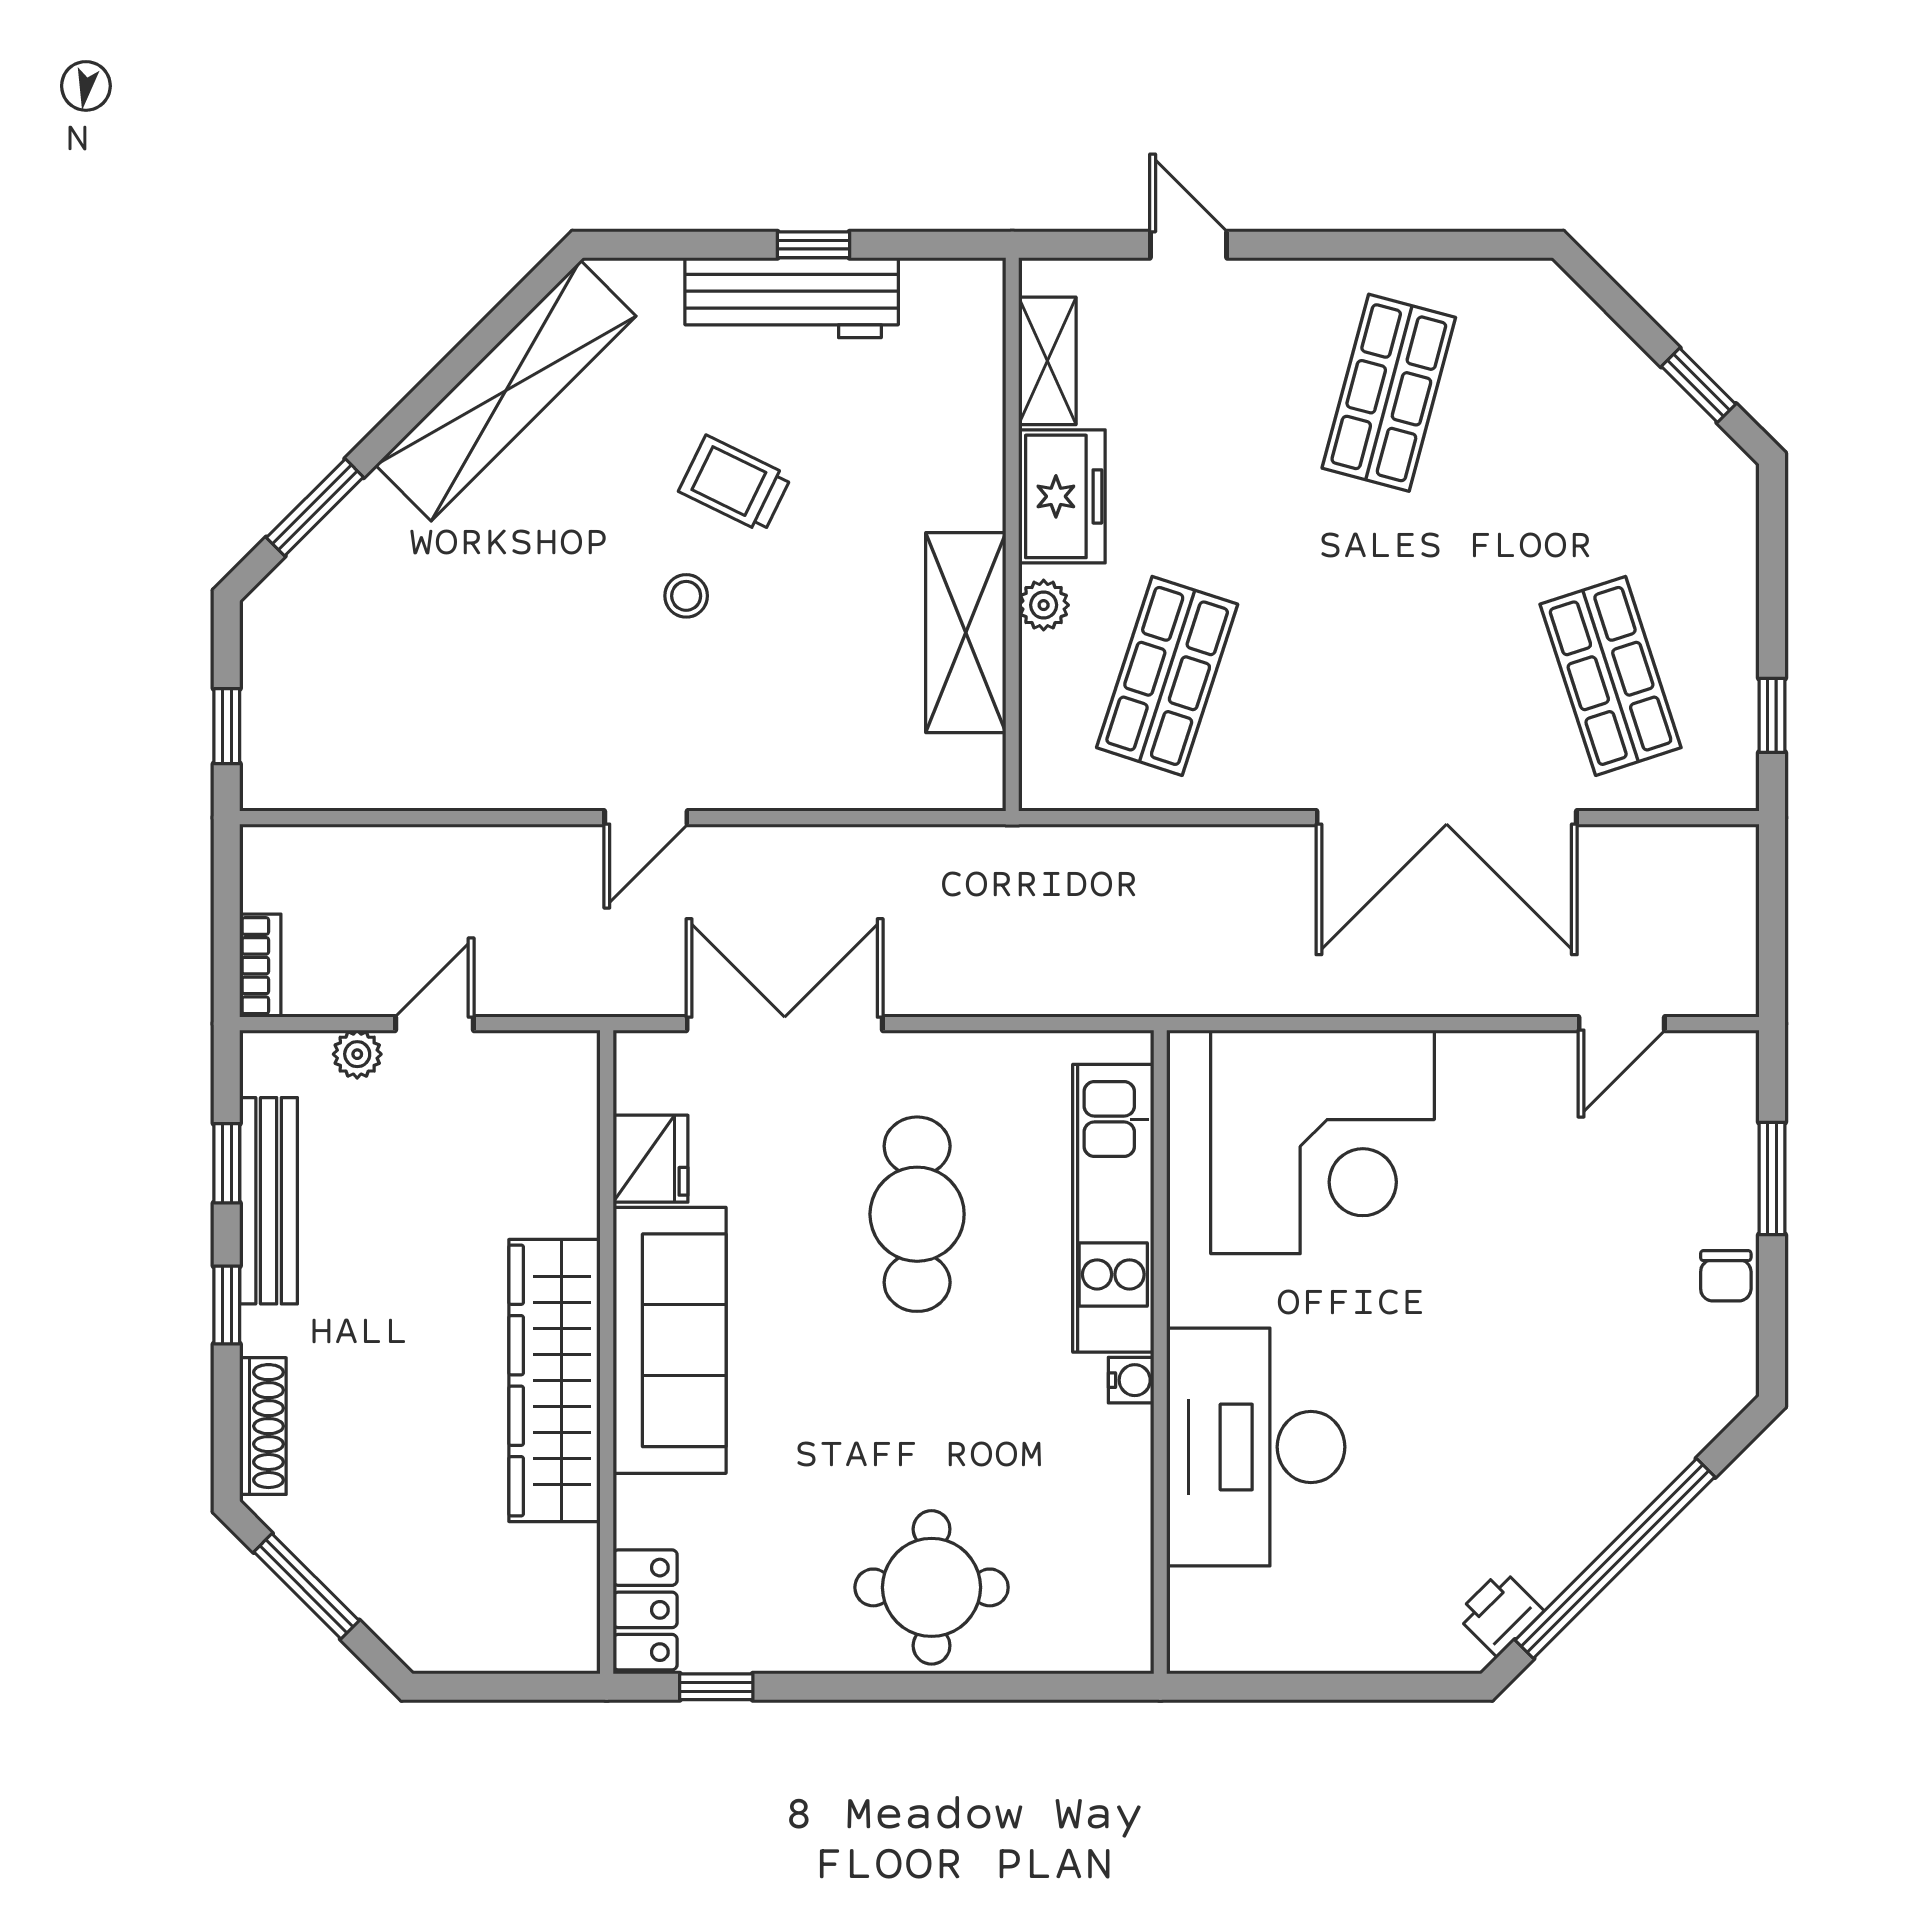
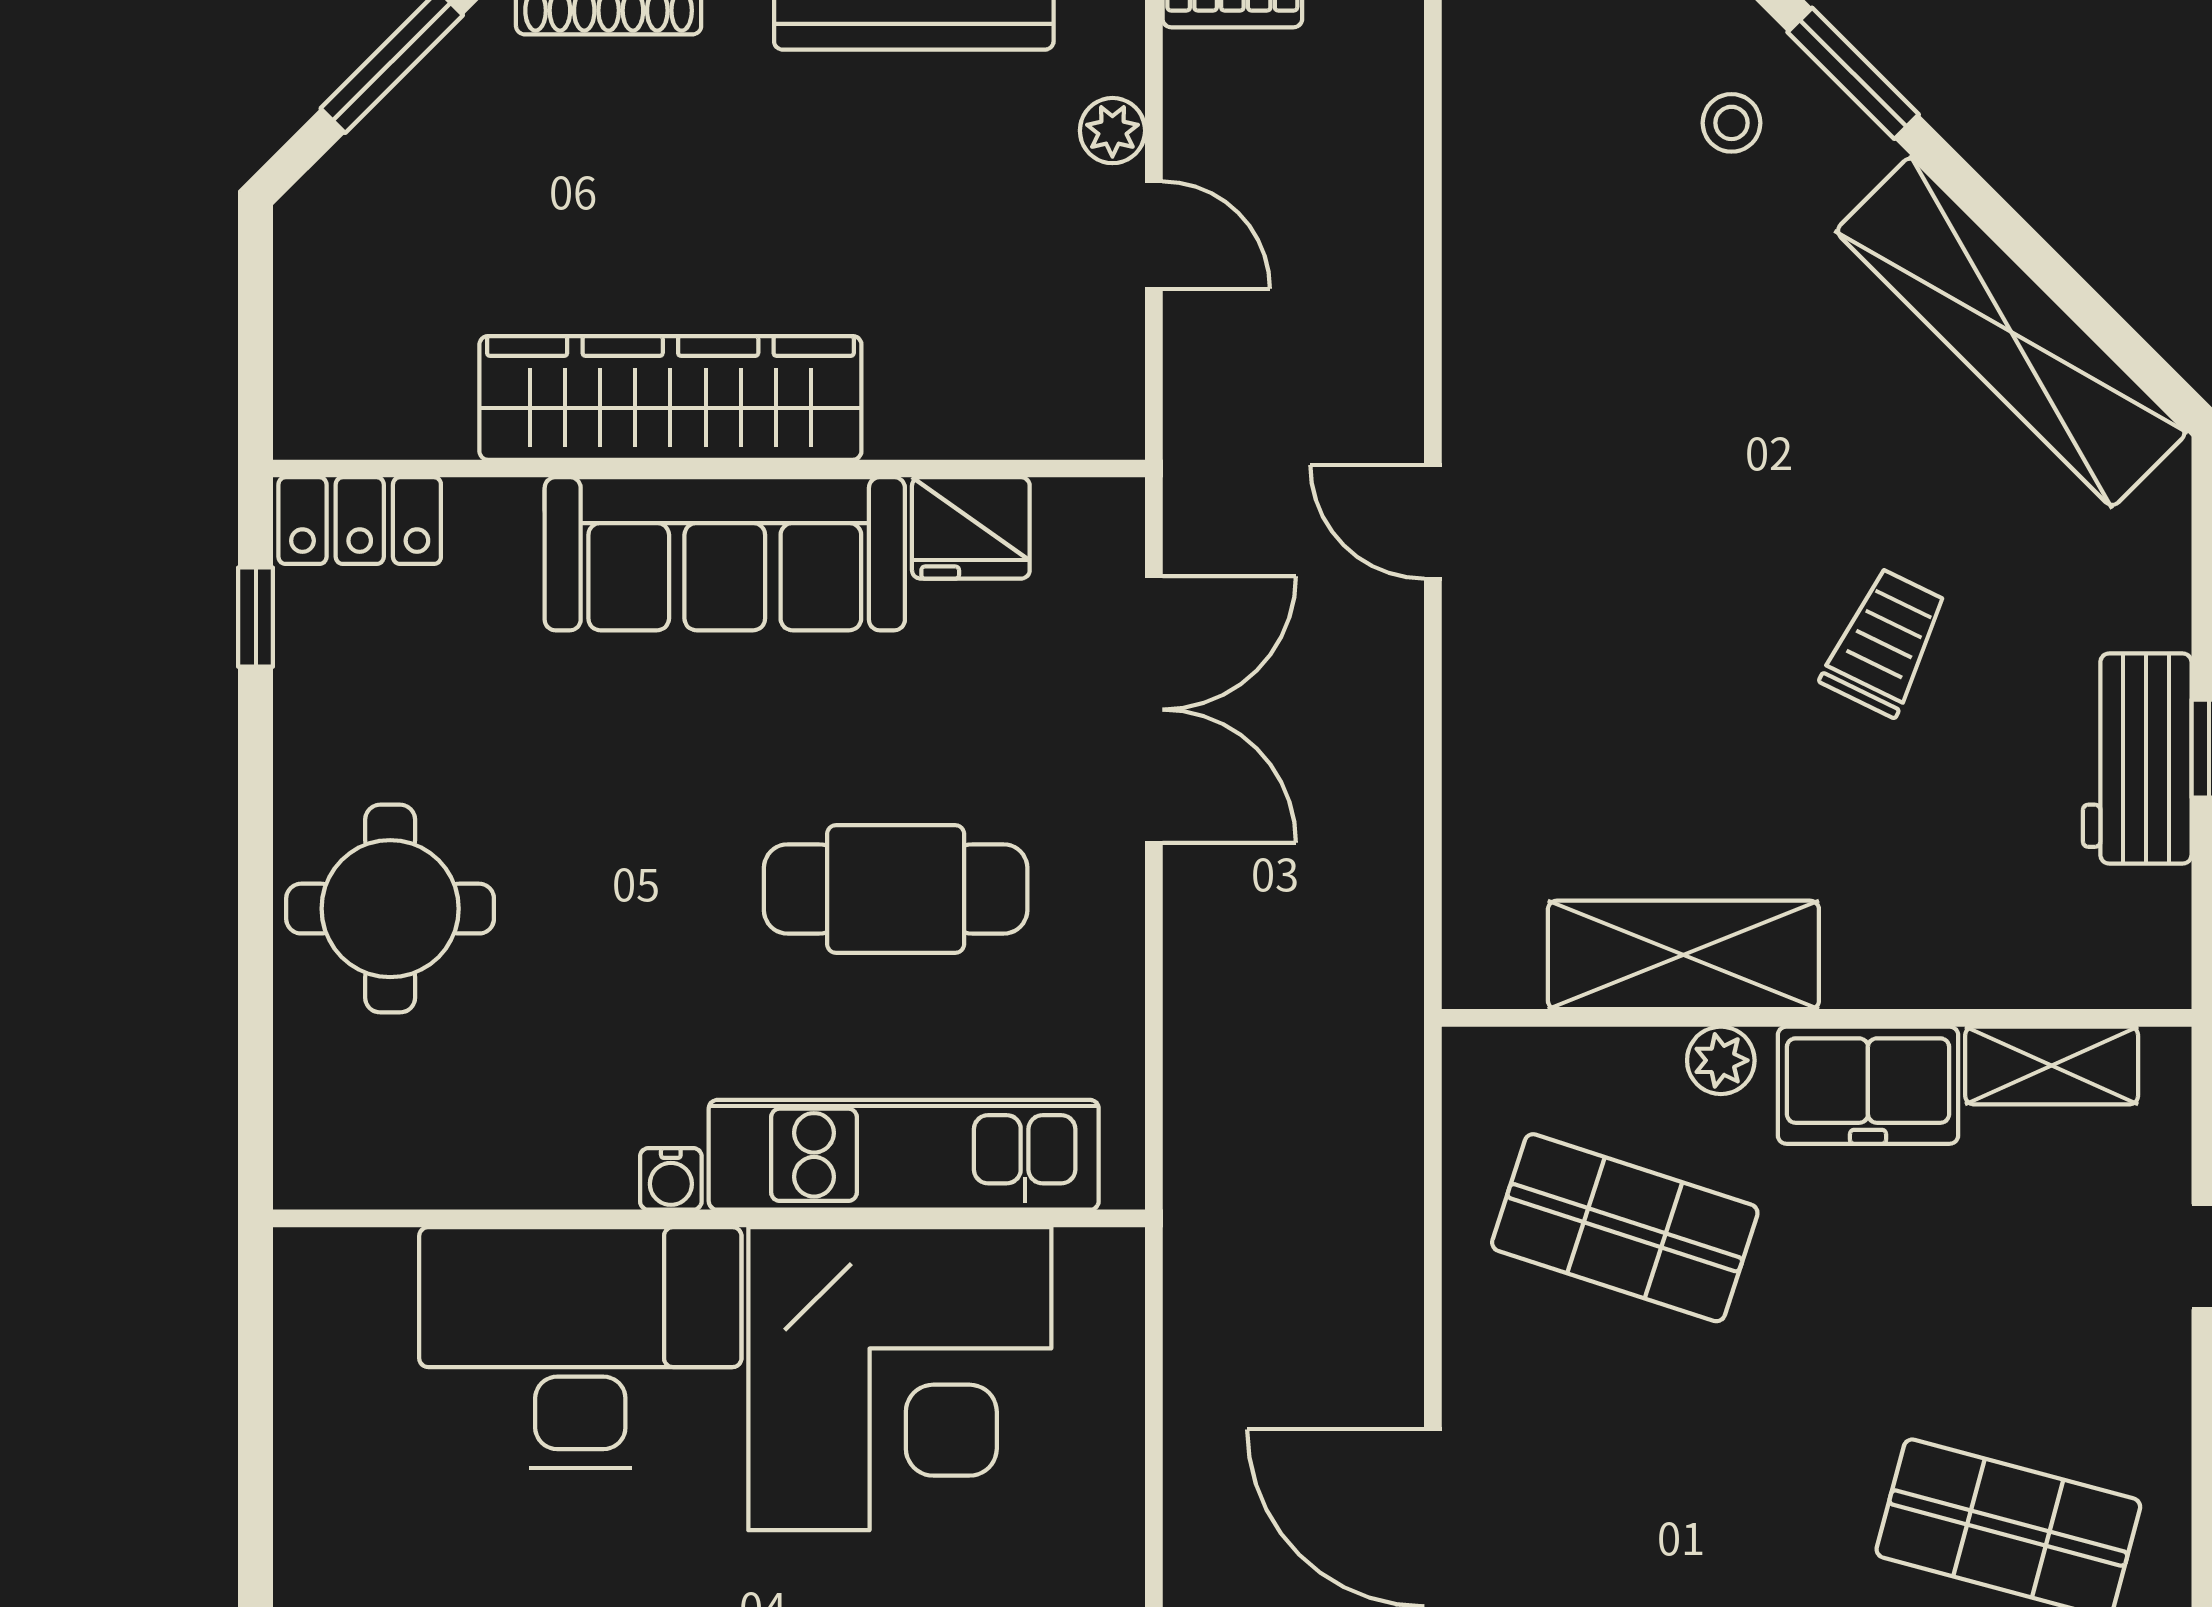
workbench: (792, 298) -> (2137, 759), width x0.73
stool: (686, 596) -> (1732, 123), moved
corner desk: (1323, 1142) -> (900, 1379), moved, turned -90

